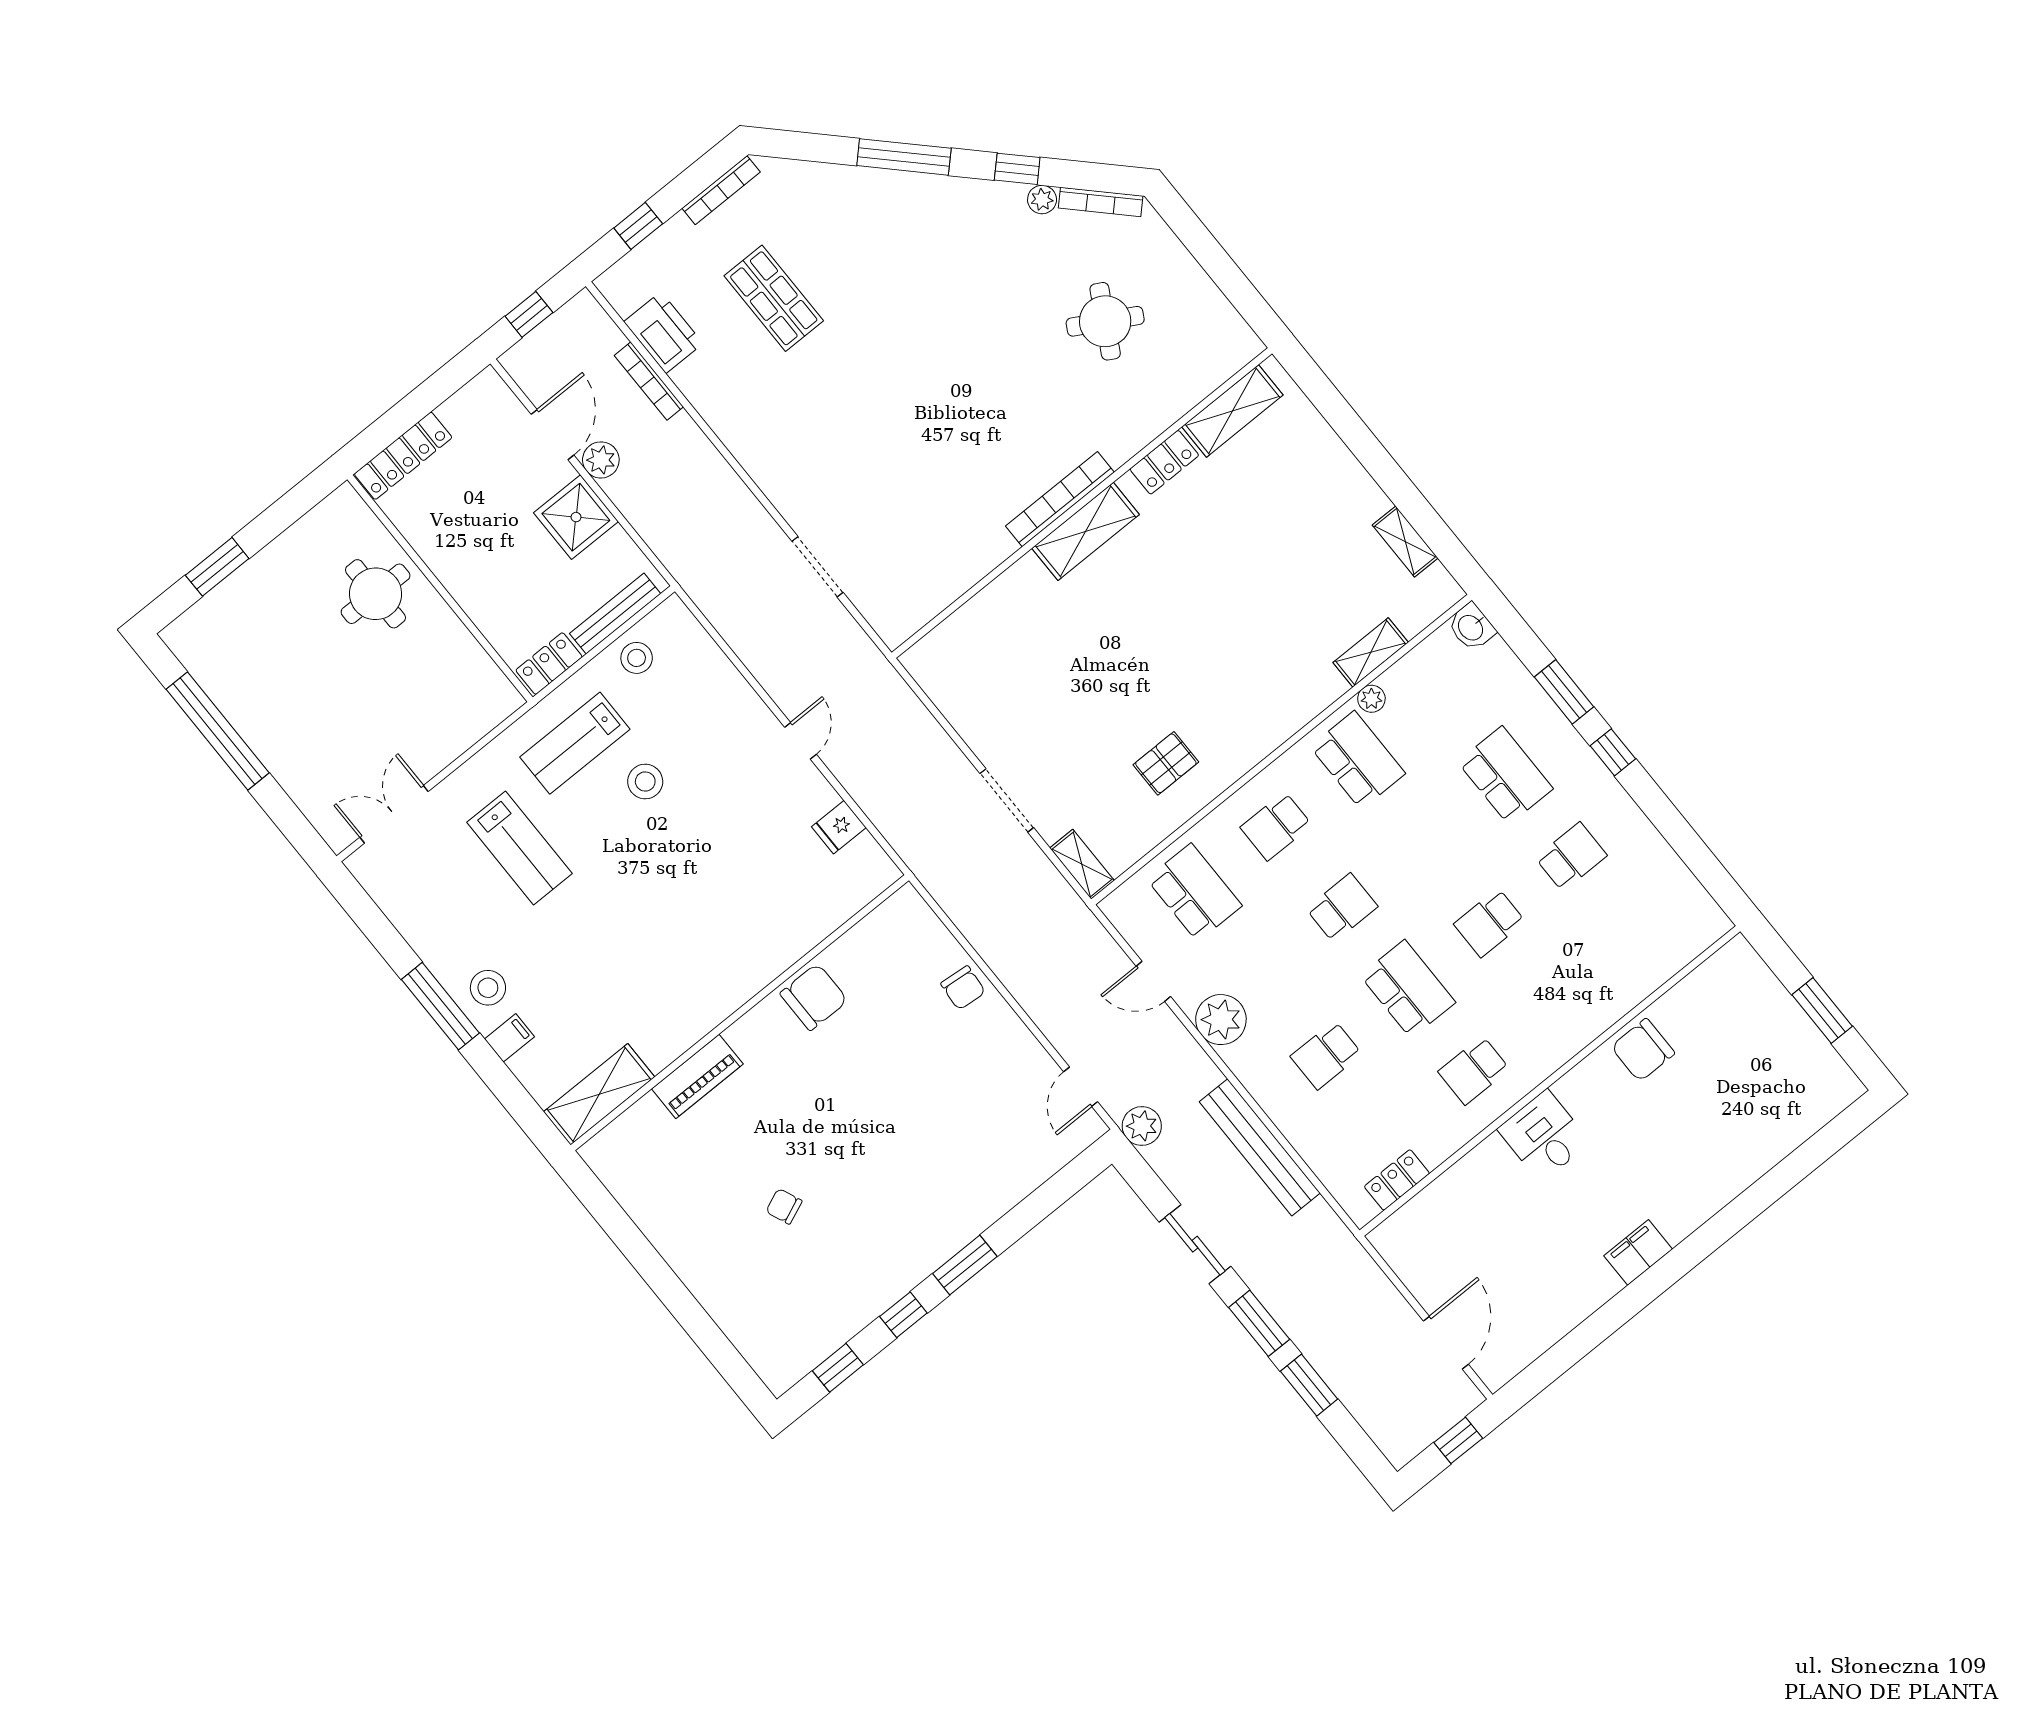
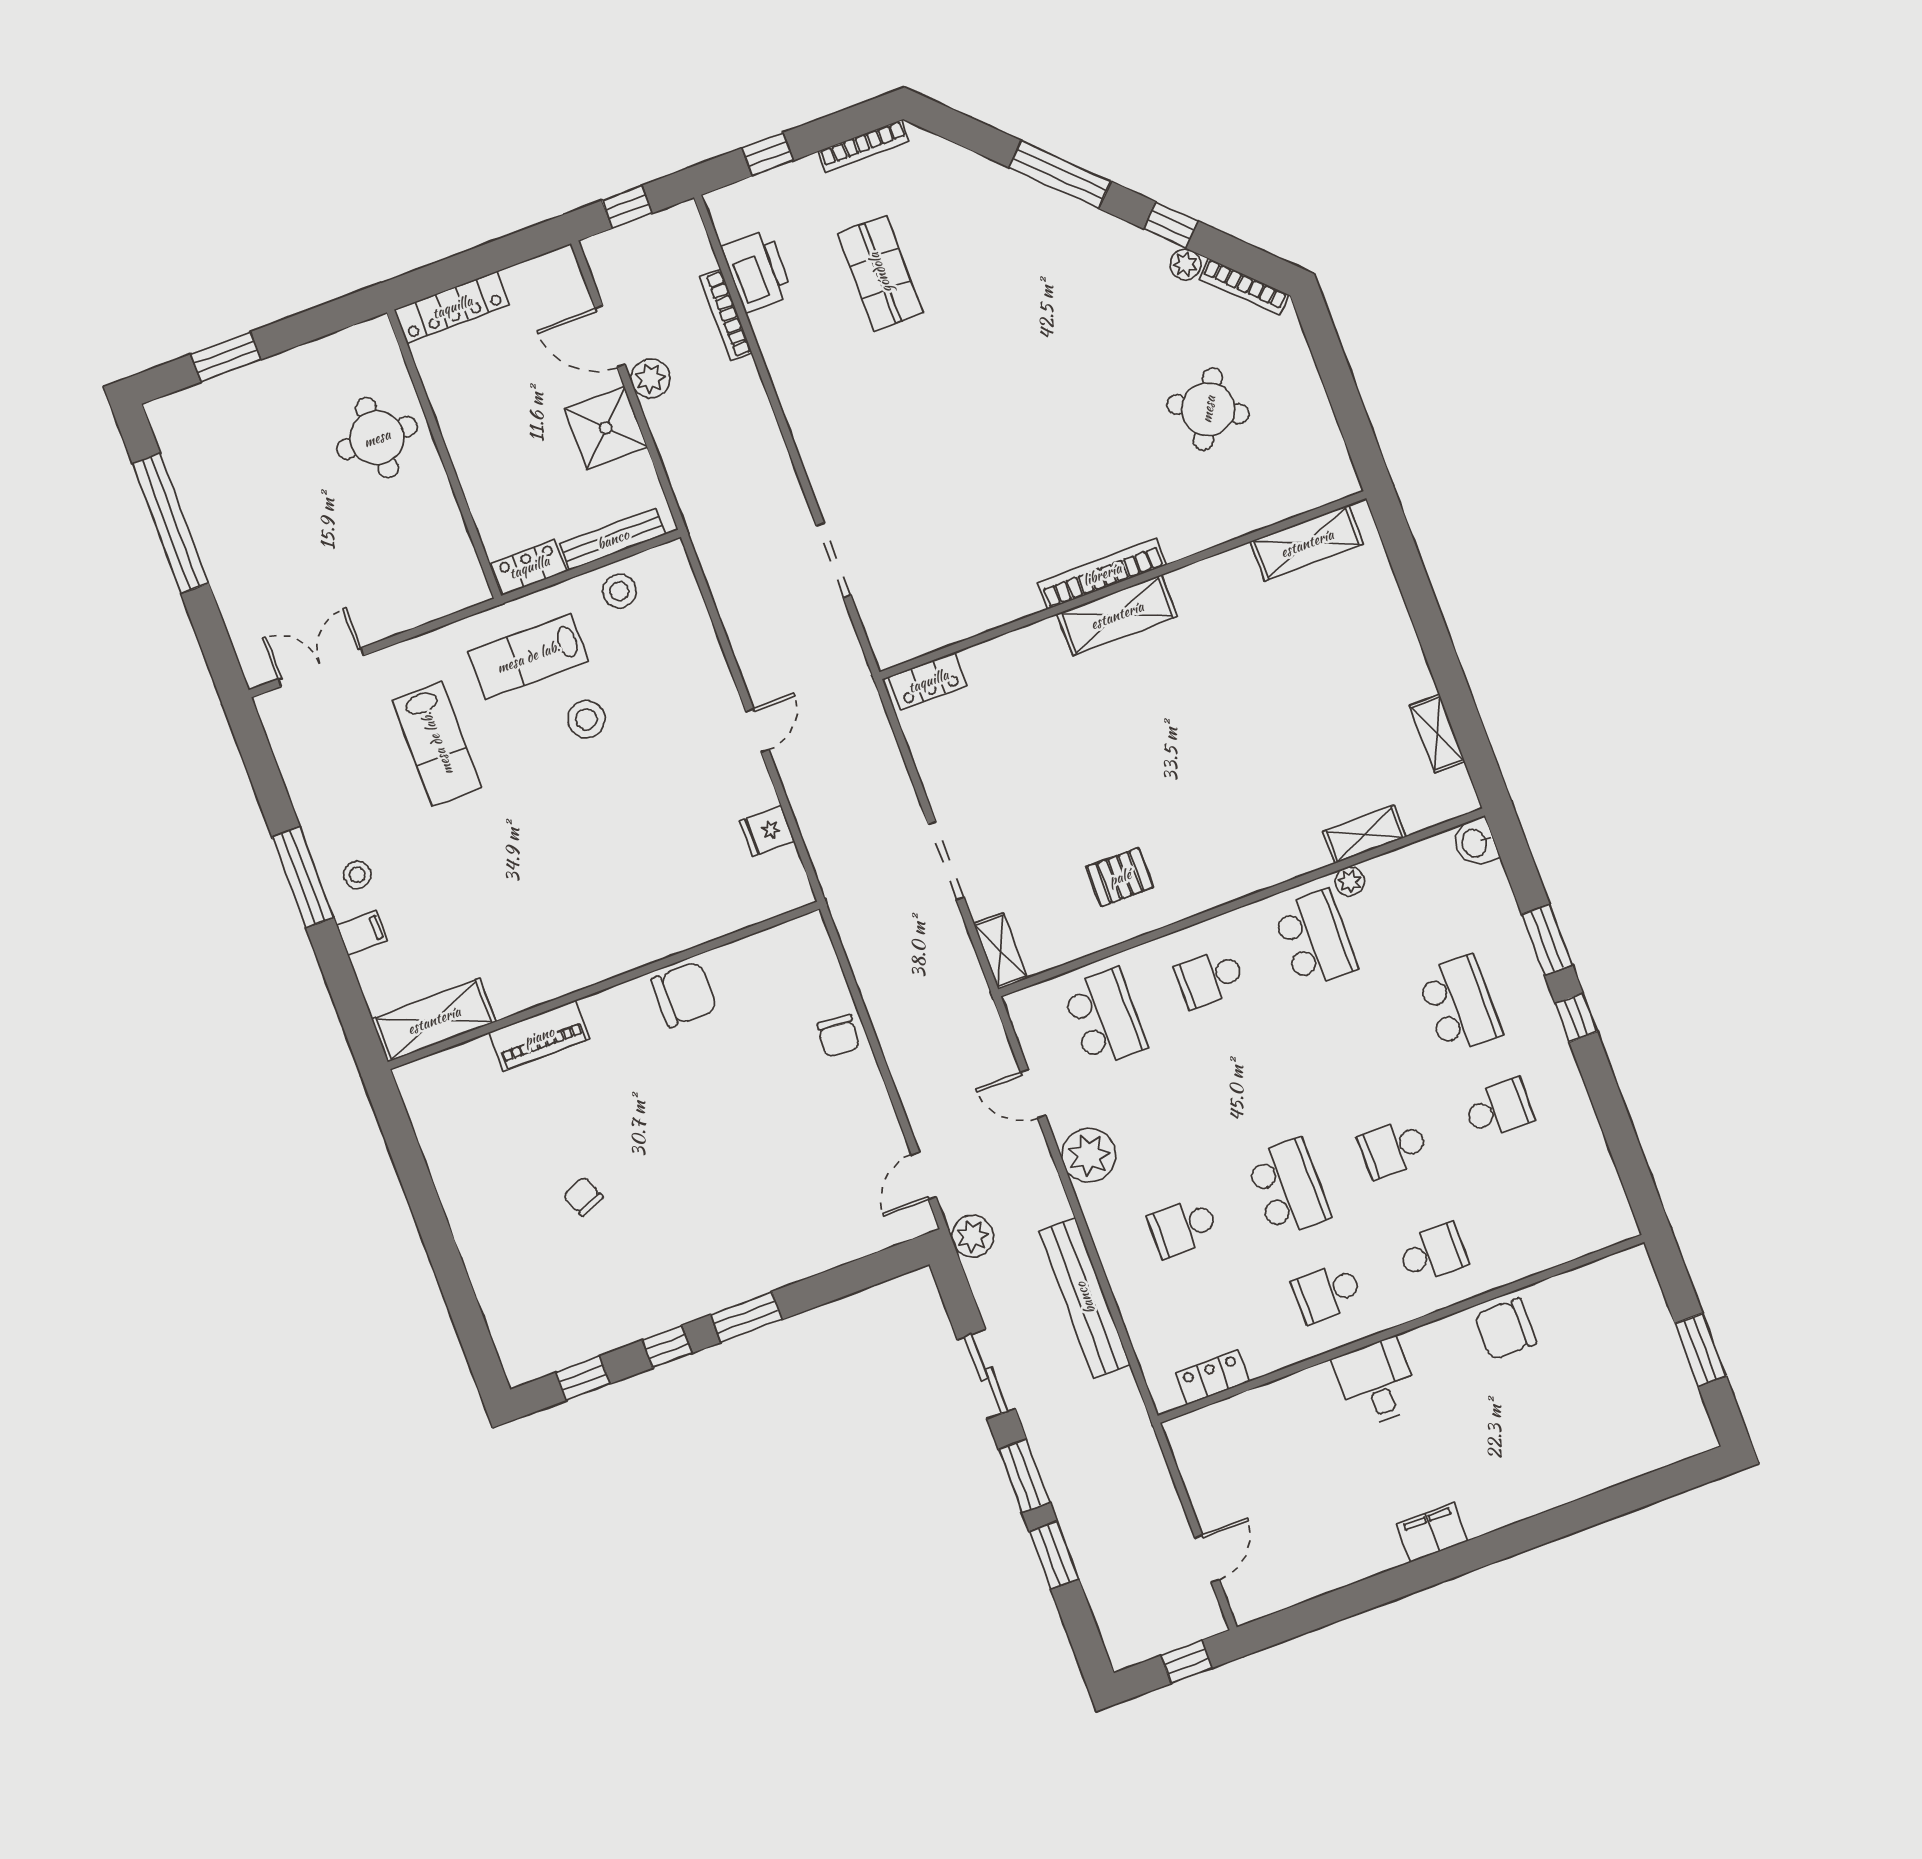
door: (552, 435) -> (610, 337), swing flipped
locker: (1164, 462) -> (928, 681), moved
school desk: (1342, 908) -> (1433, 1253), moved
stool: (488, 988) -> (357, 875), width x0.73, depth x0.73
door: (1446, 1343) -> (1207, 1559), width x0.73

